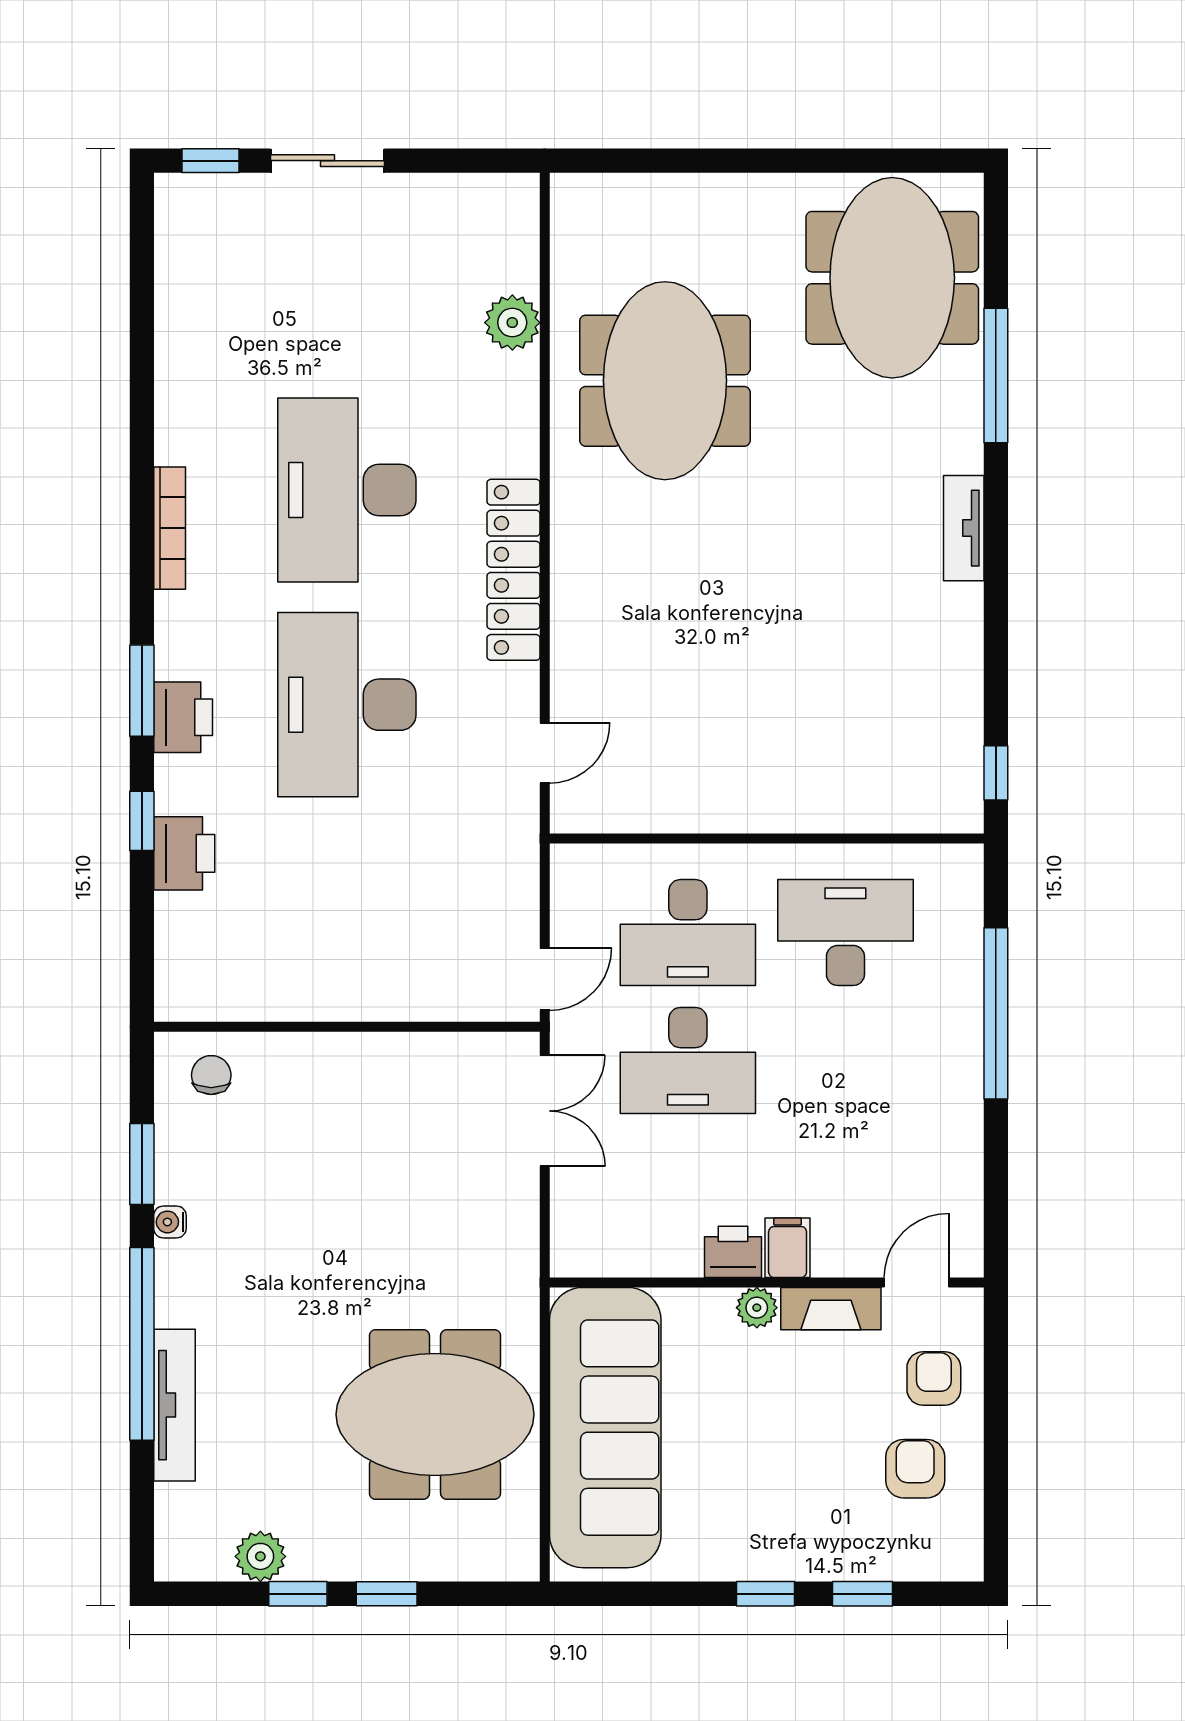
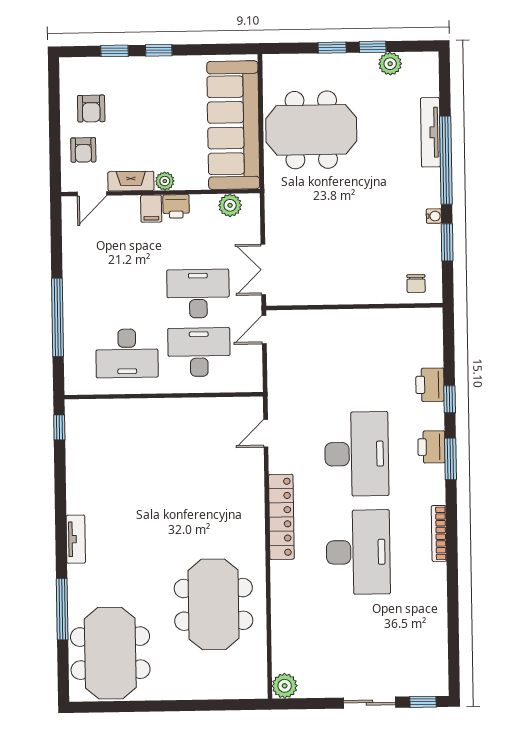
plant: (512, 323) -> (285, 686), moved
plant: (615, 1252) -> (230, 205), added

